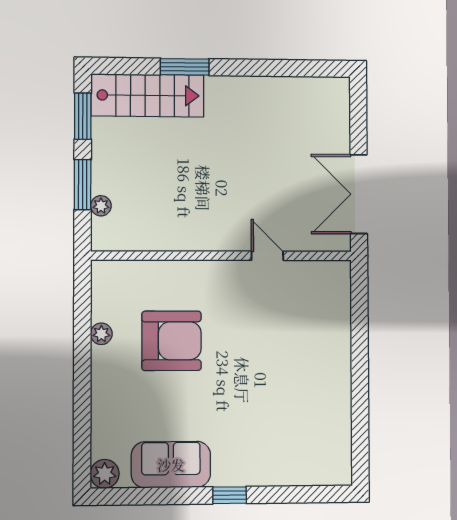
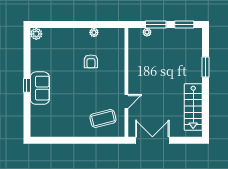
stairs: (147, 95) -> (193, 107), moved
coffee table: (308, 312) -> (103, 118), added
armchair: (171, 341) -> (91, 61), width x0.53, depth x0.53
sofa: (171, 465) -> (40, 88), moved

